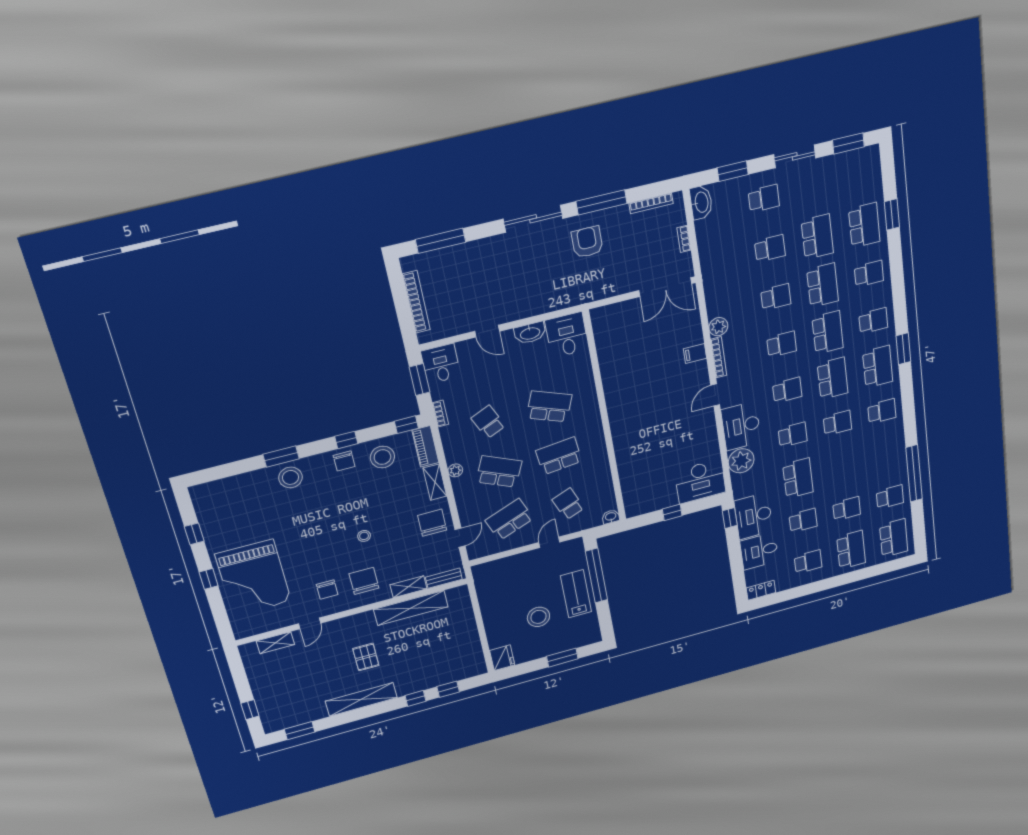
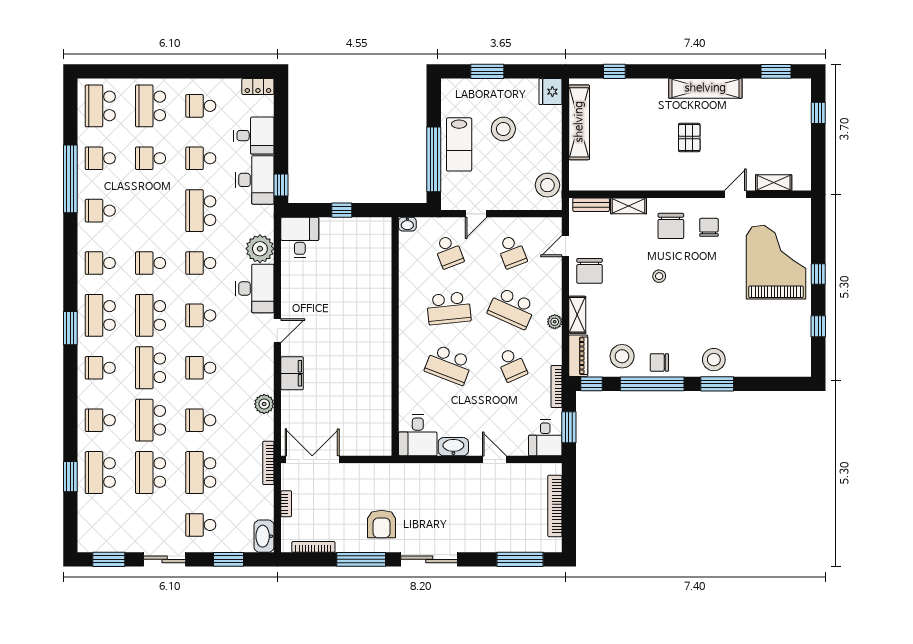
school desk: (770, 248) -> (201, 473), width x1.85
filing cabinet: (695, 353) -> (292, 373), width x2.00
bookcase: (719, 357) -> (268, 463), moved
bookcase: (440, 414) -> (556, 386), width x1.56
window: (346, 440) -> (652, 384), width x3.17
school desk: (886, 455) -> (100, 211), added
chair: (344, 461) -> (659, 362), turned -90
desk: (700, 481) -> (300, 237), width x0.73
school desk: (509, 520) -> (512, 252), width x0.54
stool: (488, 583) -> (547, 185), added
shelving: (411, 608) -> (579, 122), moved, turned 90
window: (415, 698) -> (650, 71), removed

